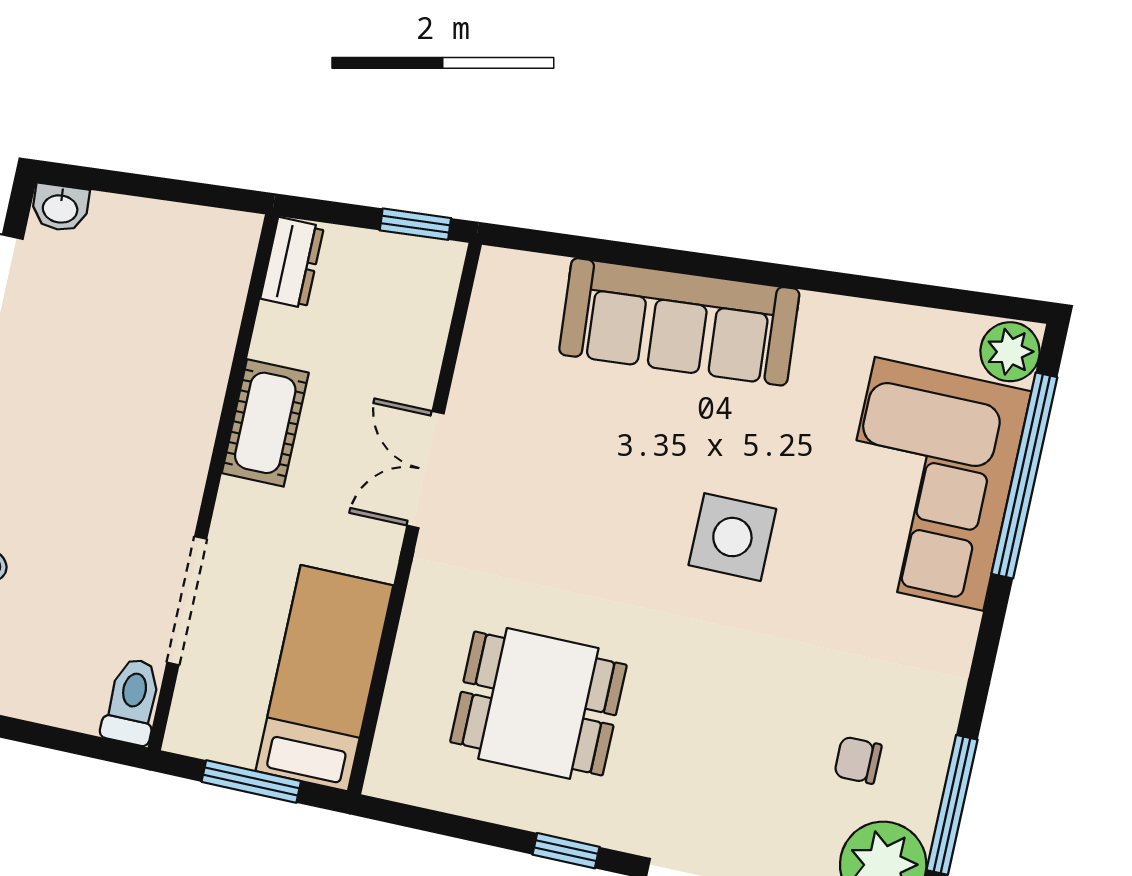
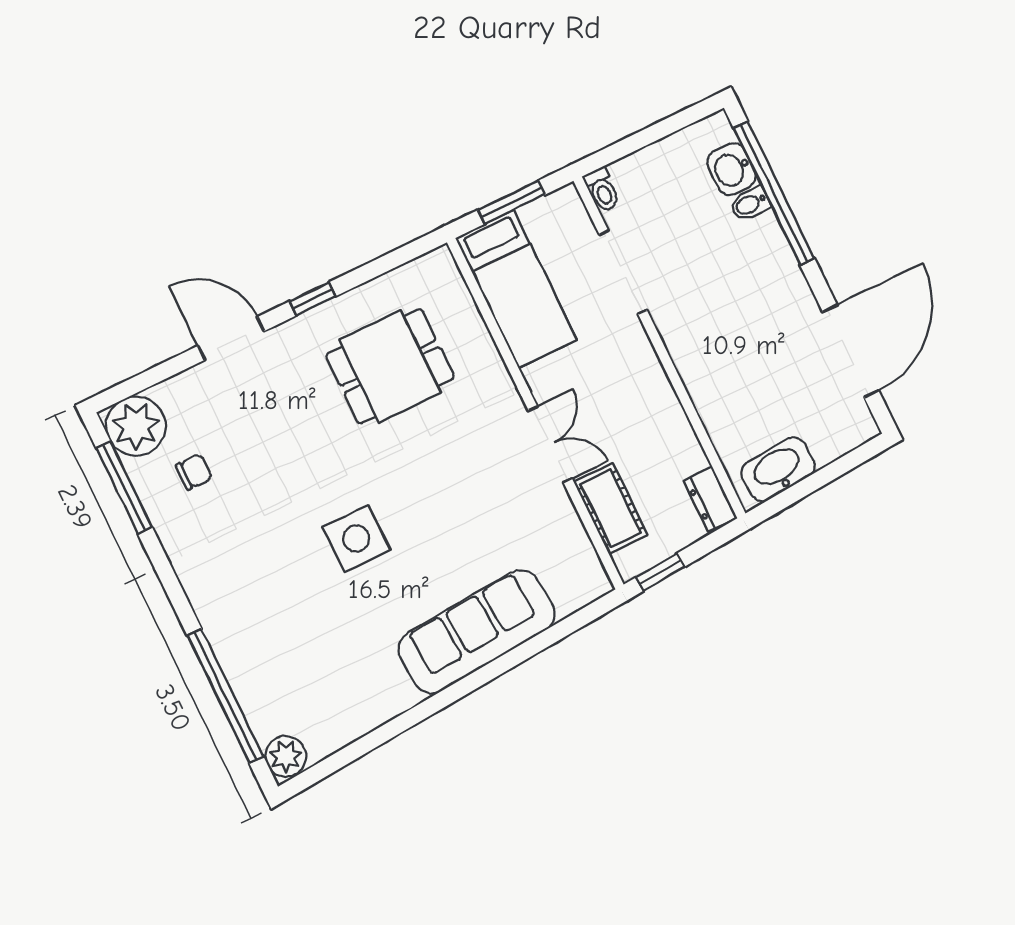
washbasin: (60, 208) -> (778, 469), moved, width x1.91, depth x1.45
cot: (265, 423) -> (611, 508), moved
corner sofa: (929, 484) -> (273, 651), removed
toilet: (132, 701) -> (602, 190), width x0.73, depth x0.72

